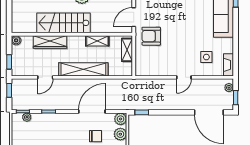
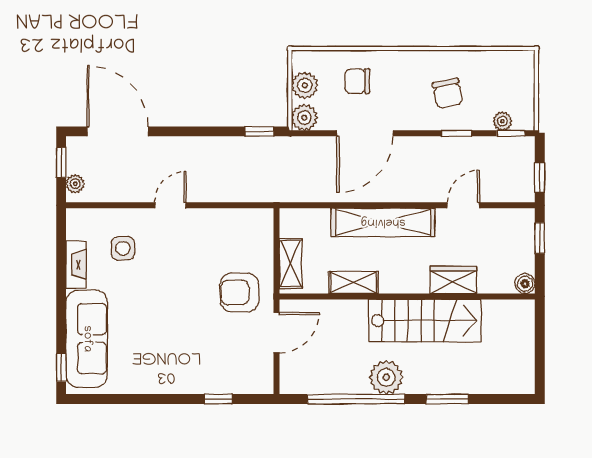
armchair: (151, 36) -> (240, 292), turned 180
wardrobe: (50, 42) -> (453, 280), width x0.67
fireplace: (229, 65) -> (76, 264), moved
chair: (53, 130) -> (448, 93), added

